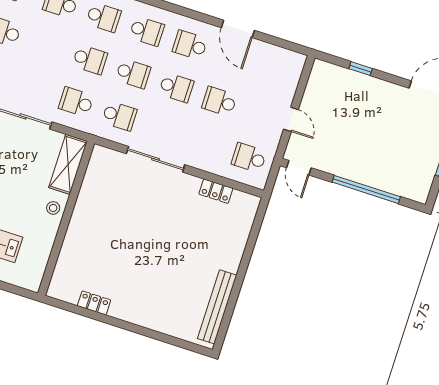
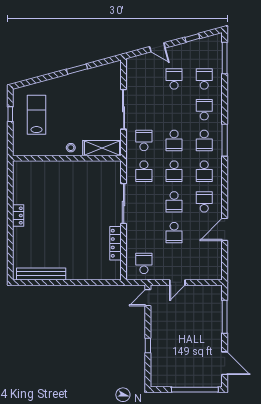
window: (361, 69) -> (225, 317), width x2.17
school desk: (219, 101) -> (174, 233), turned 180
window: (366, 189) -> (148, 346), width x0.32
locker: (216, 191) -> (116, 243), width x1.53
locker: (94, 303) -> (18, 216), moved

